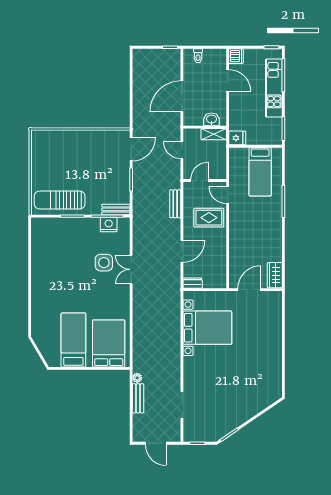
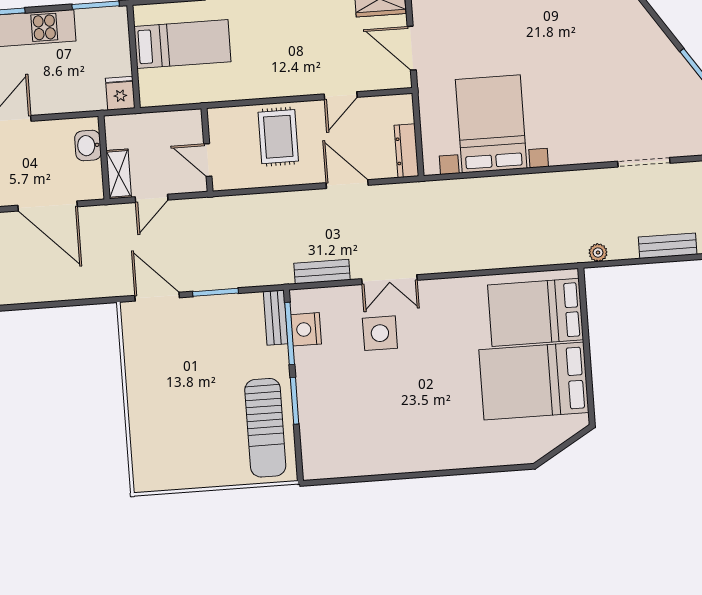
shelving: (214, 134) -> (119, 174), moved
door: (228, 195) -> (341, 96), moved
bench: (175, 204) -> (322, 272), moved
dresser: (193, 283) -> (406, 151), width x1.44
bed: (73, 340) -> (534, 381), width x1.50
bench: (138, 398) -> (668, 246), moved

